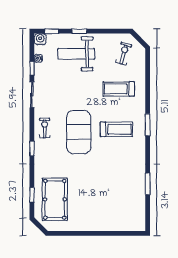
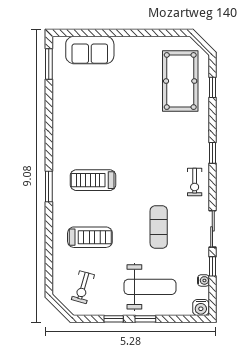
window: (52, 31) -> (114, 319), moved
exercise mat: (79, 132) -> (159, 227), moved, width x0.50, depth x0.69
window: (148, 184) -> (49, 64), moved
sofa: (119, 221) -> (90, 50), added

